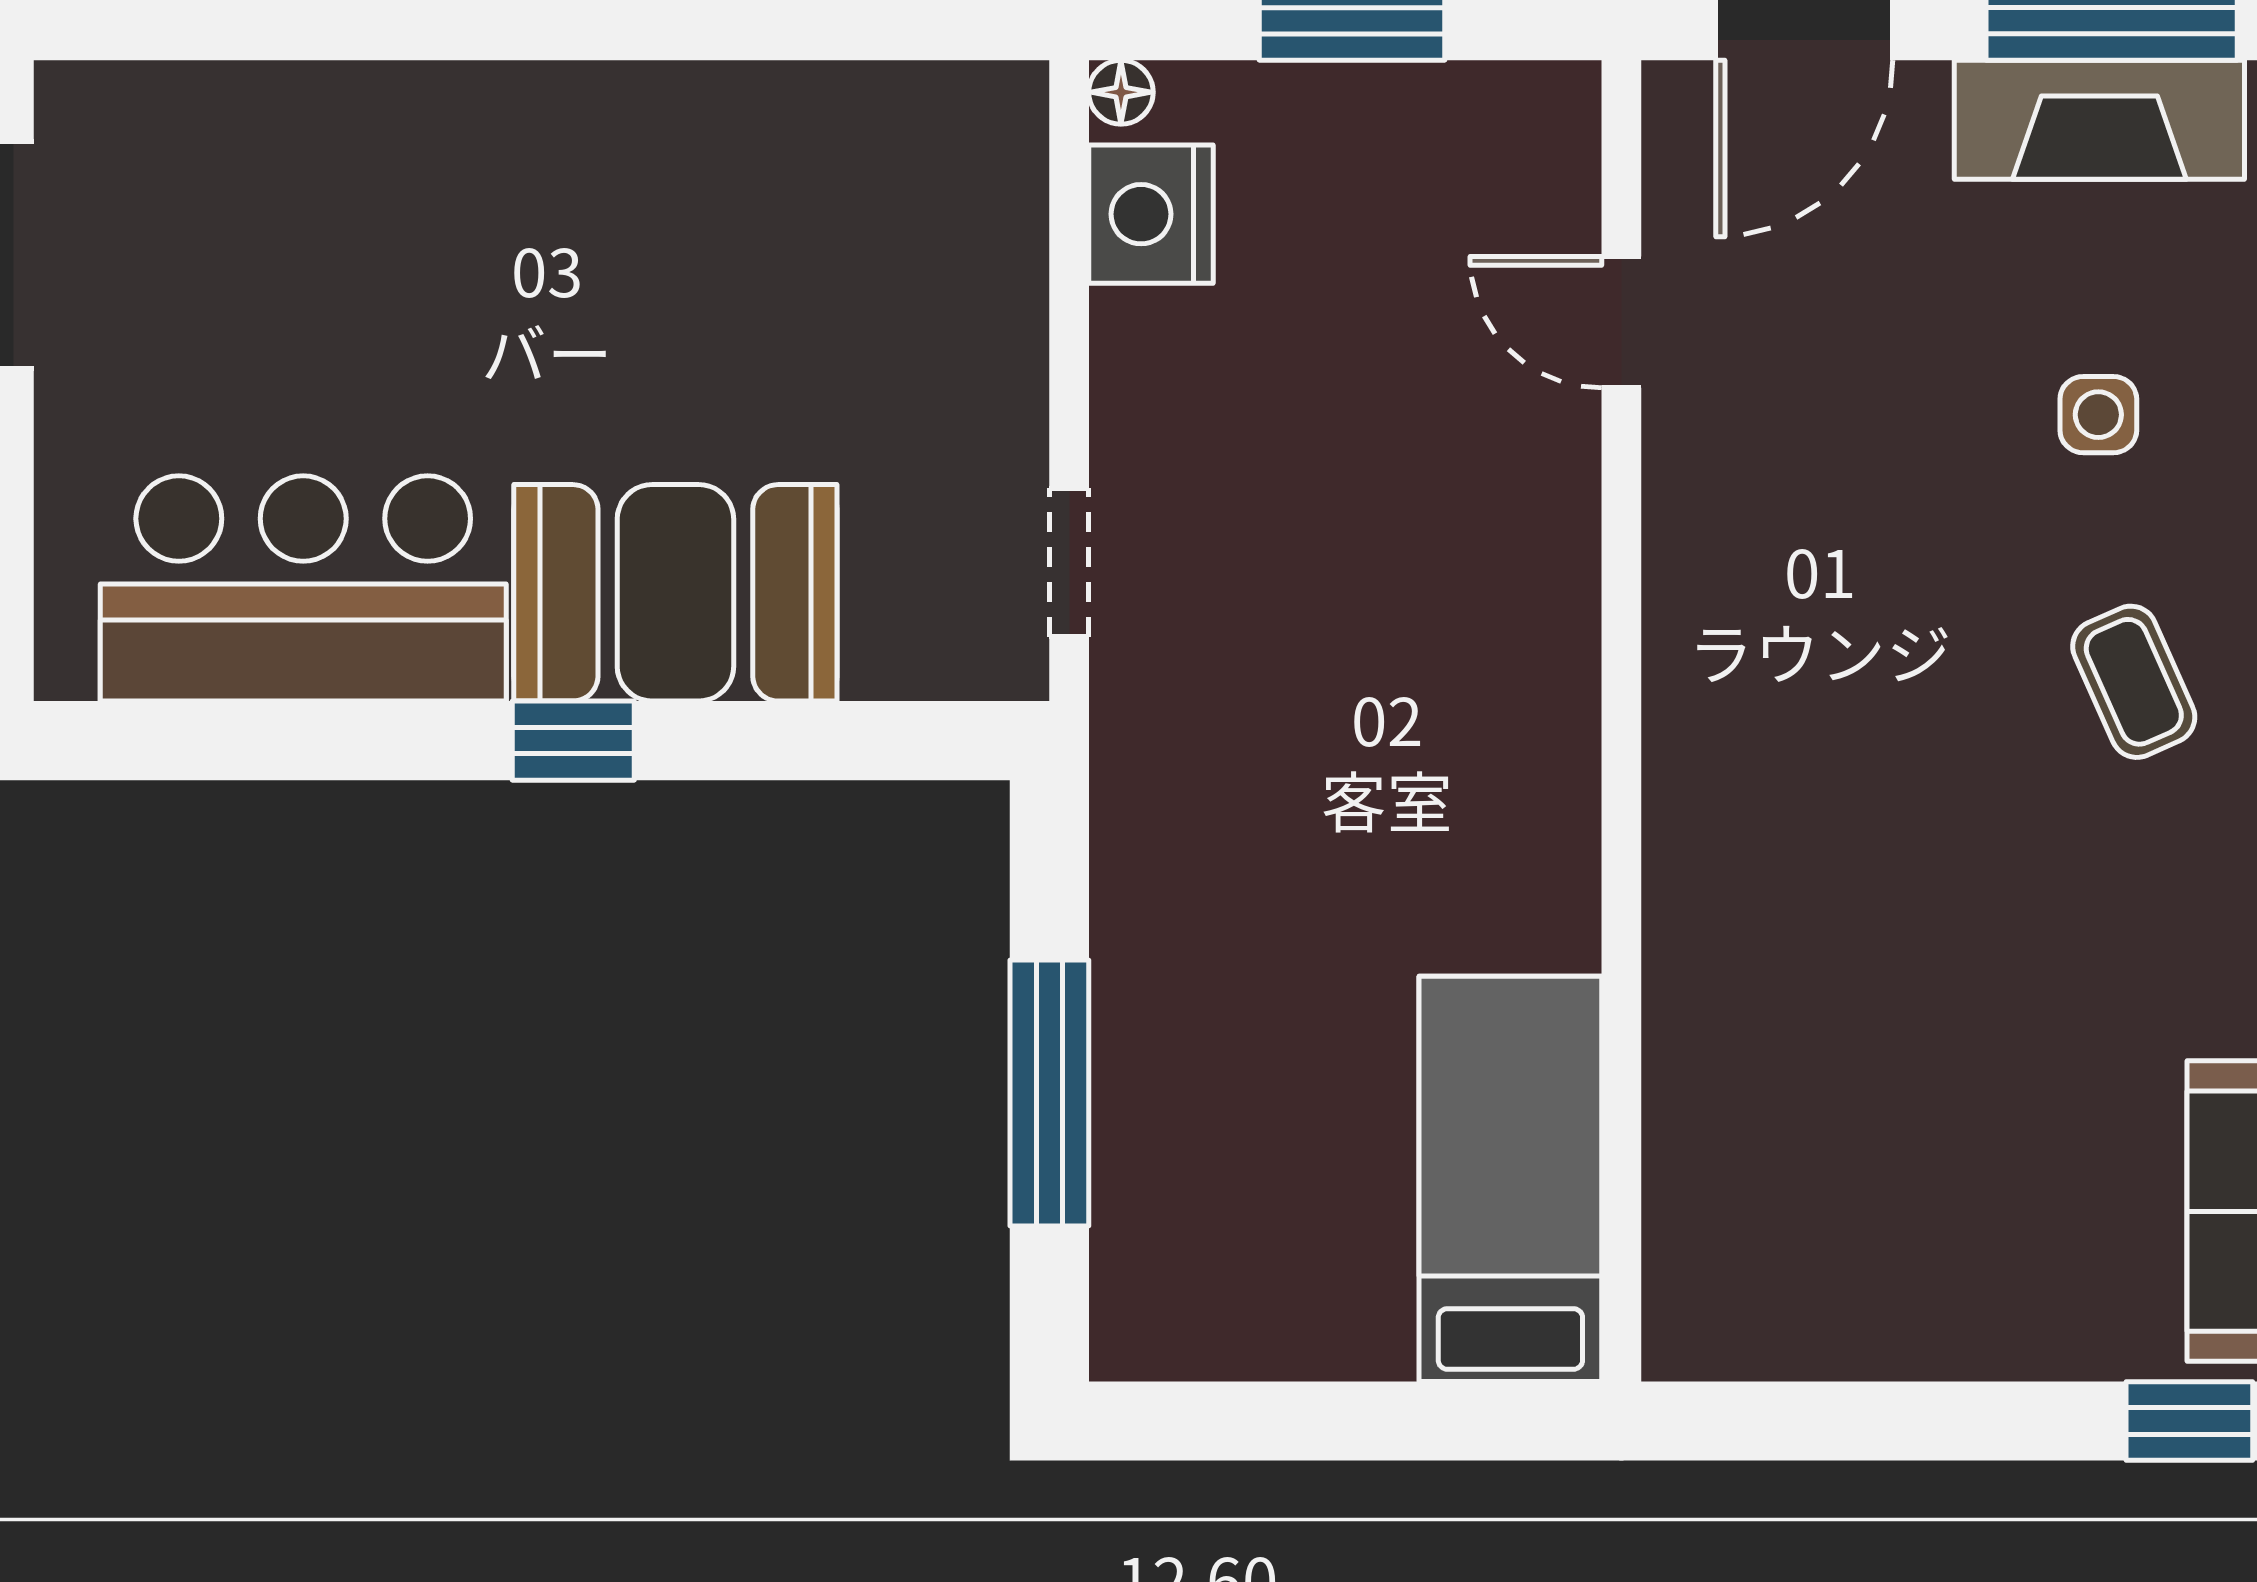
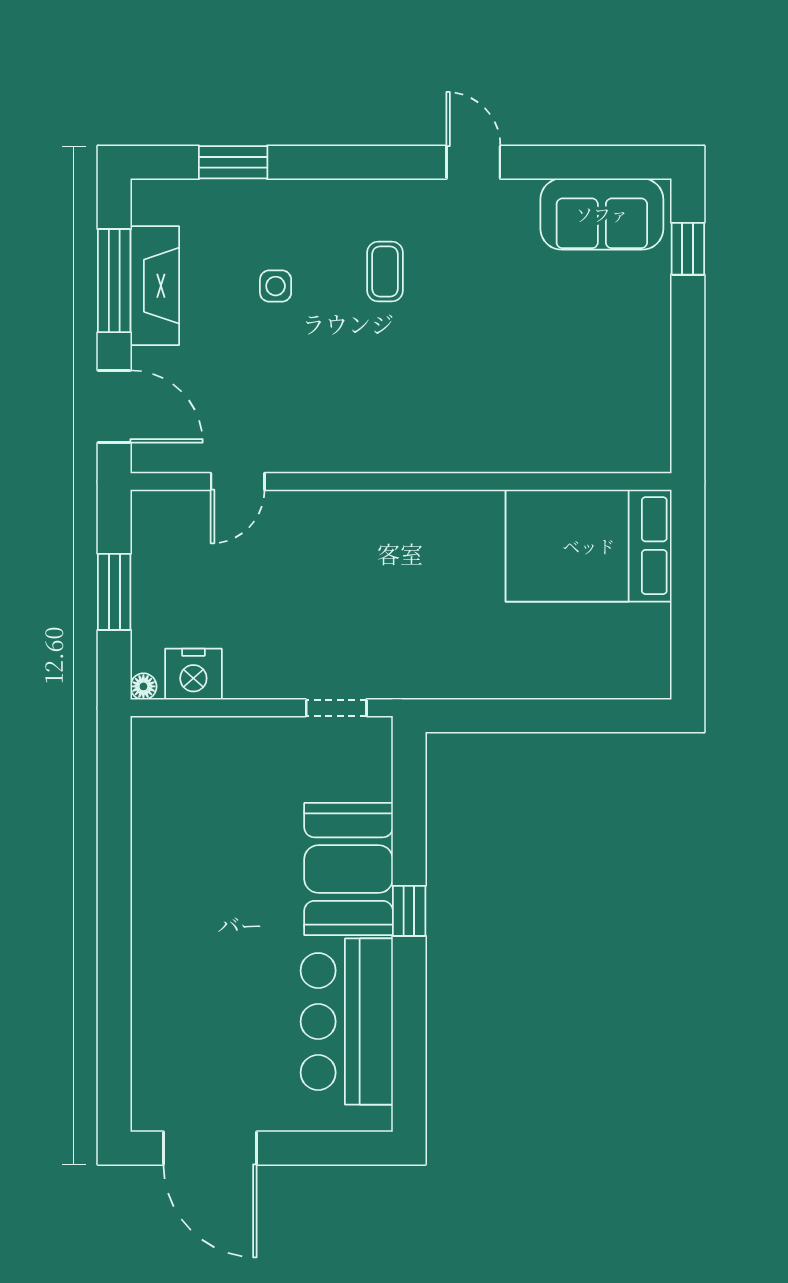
coffee table: (2134, 682) -> (385, 272), turned -66
window: (1049, 1093) -> (553, 716), removed
bed: (1510, 1179) -> (589, 546), width x1.50

